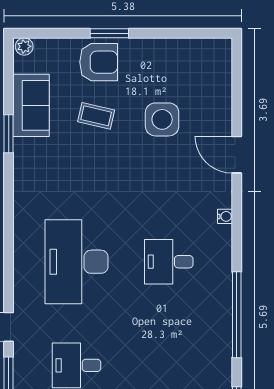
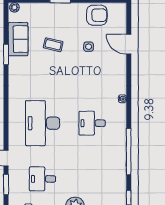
armchair: (99, 62) -> (97, 15), moved
side table: (162, 119) -> (89, 47), width x0.54, depth x0.54
door: (237, 155) -> (129, 44), moved

